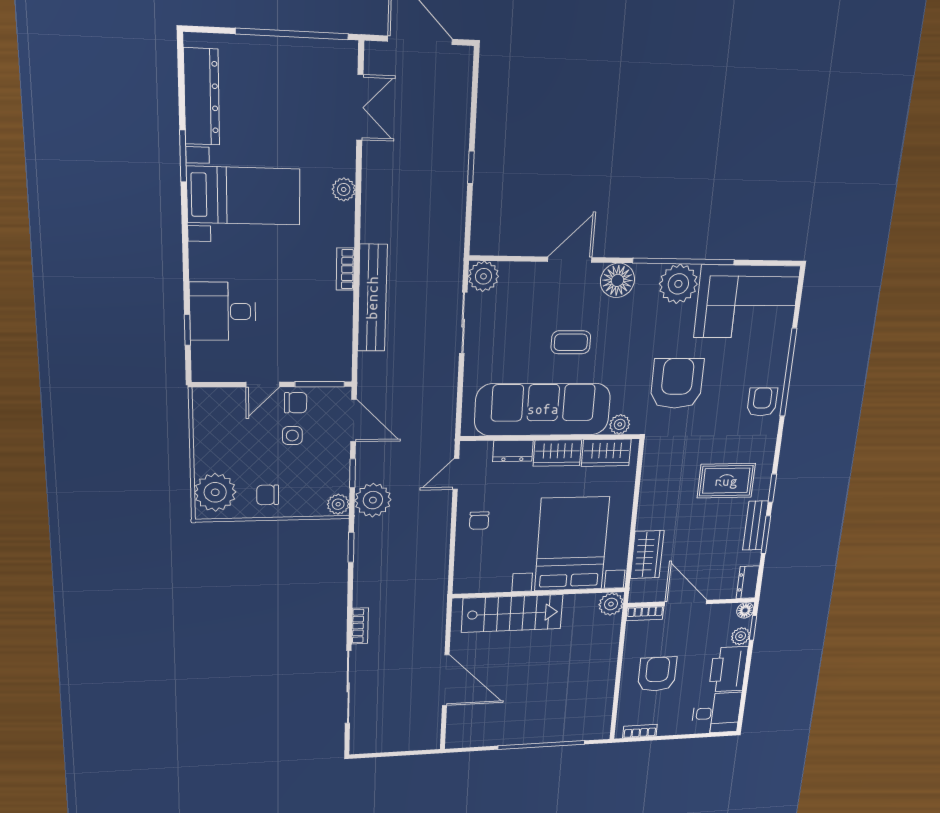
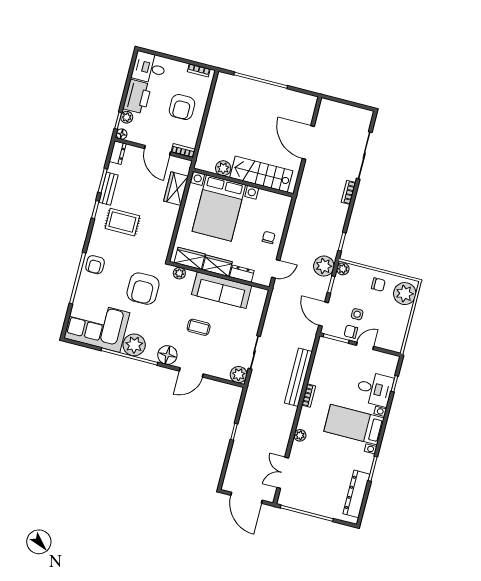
bed with nightstands: (244, 196) -> (354, 425), moved
sofa: (543, 409) -> (222, 290), width x0.74, depth x0.79
plant: (611, 604) -> (223, 168), moved

